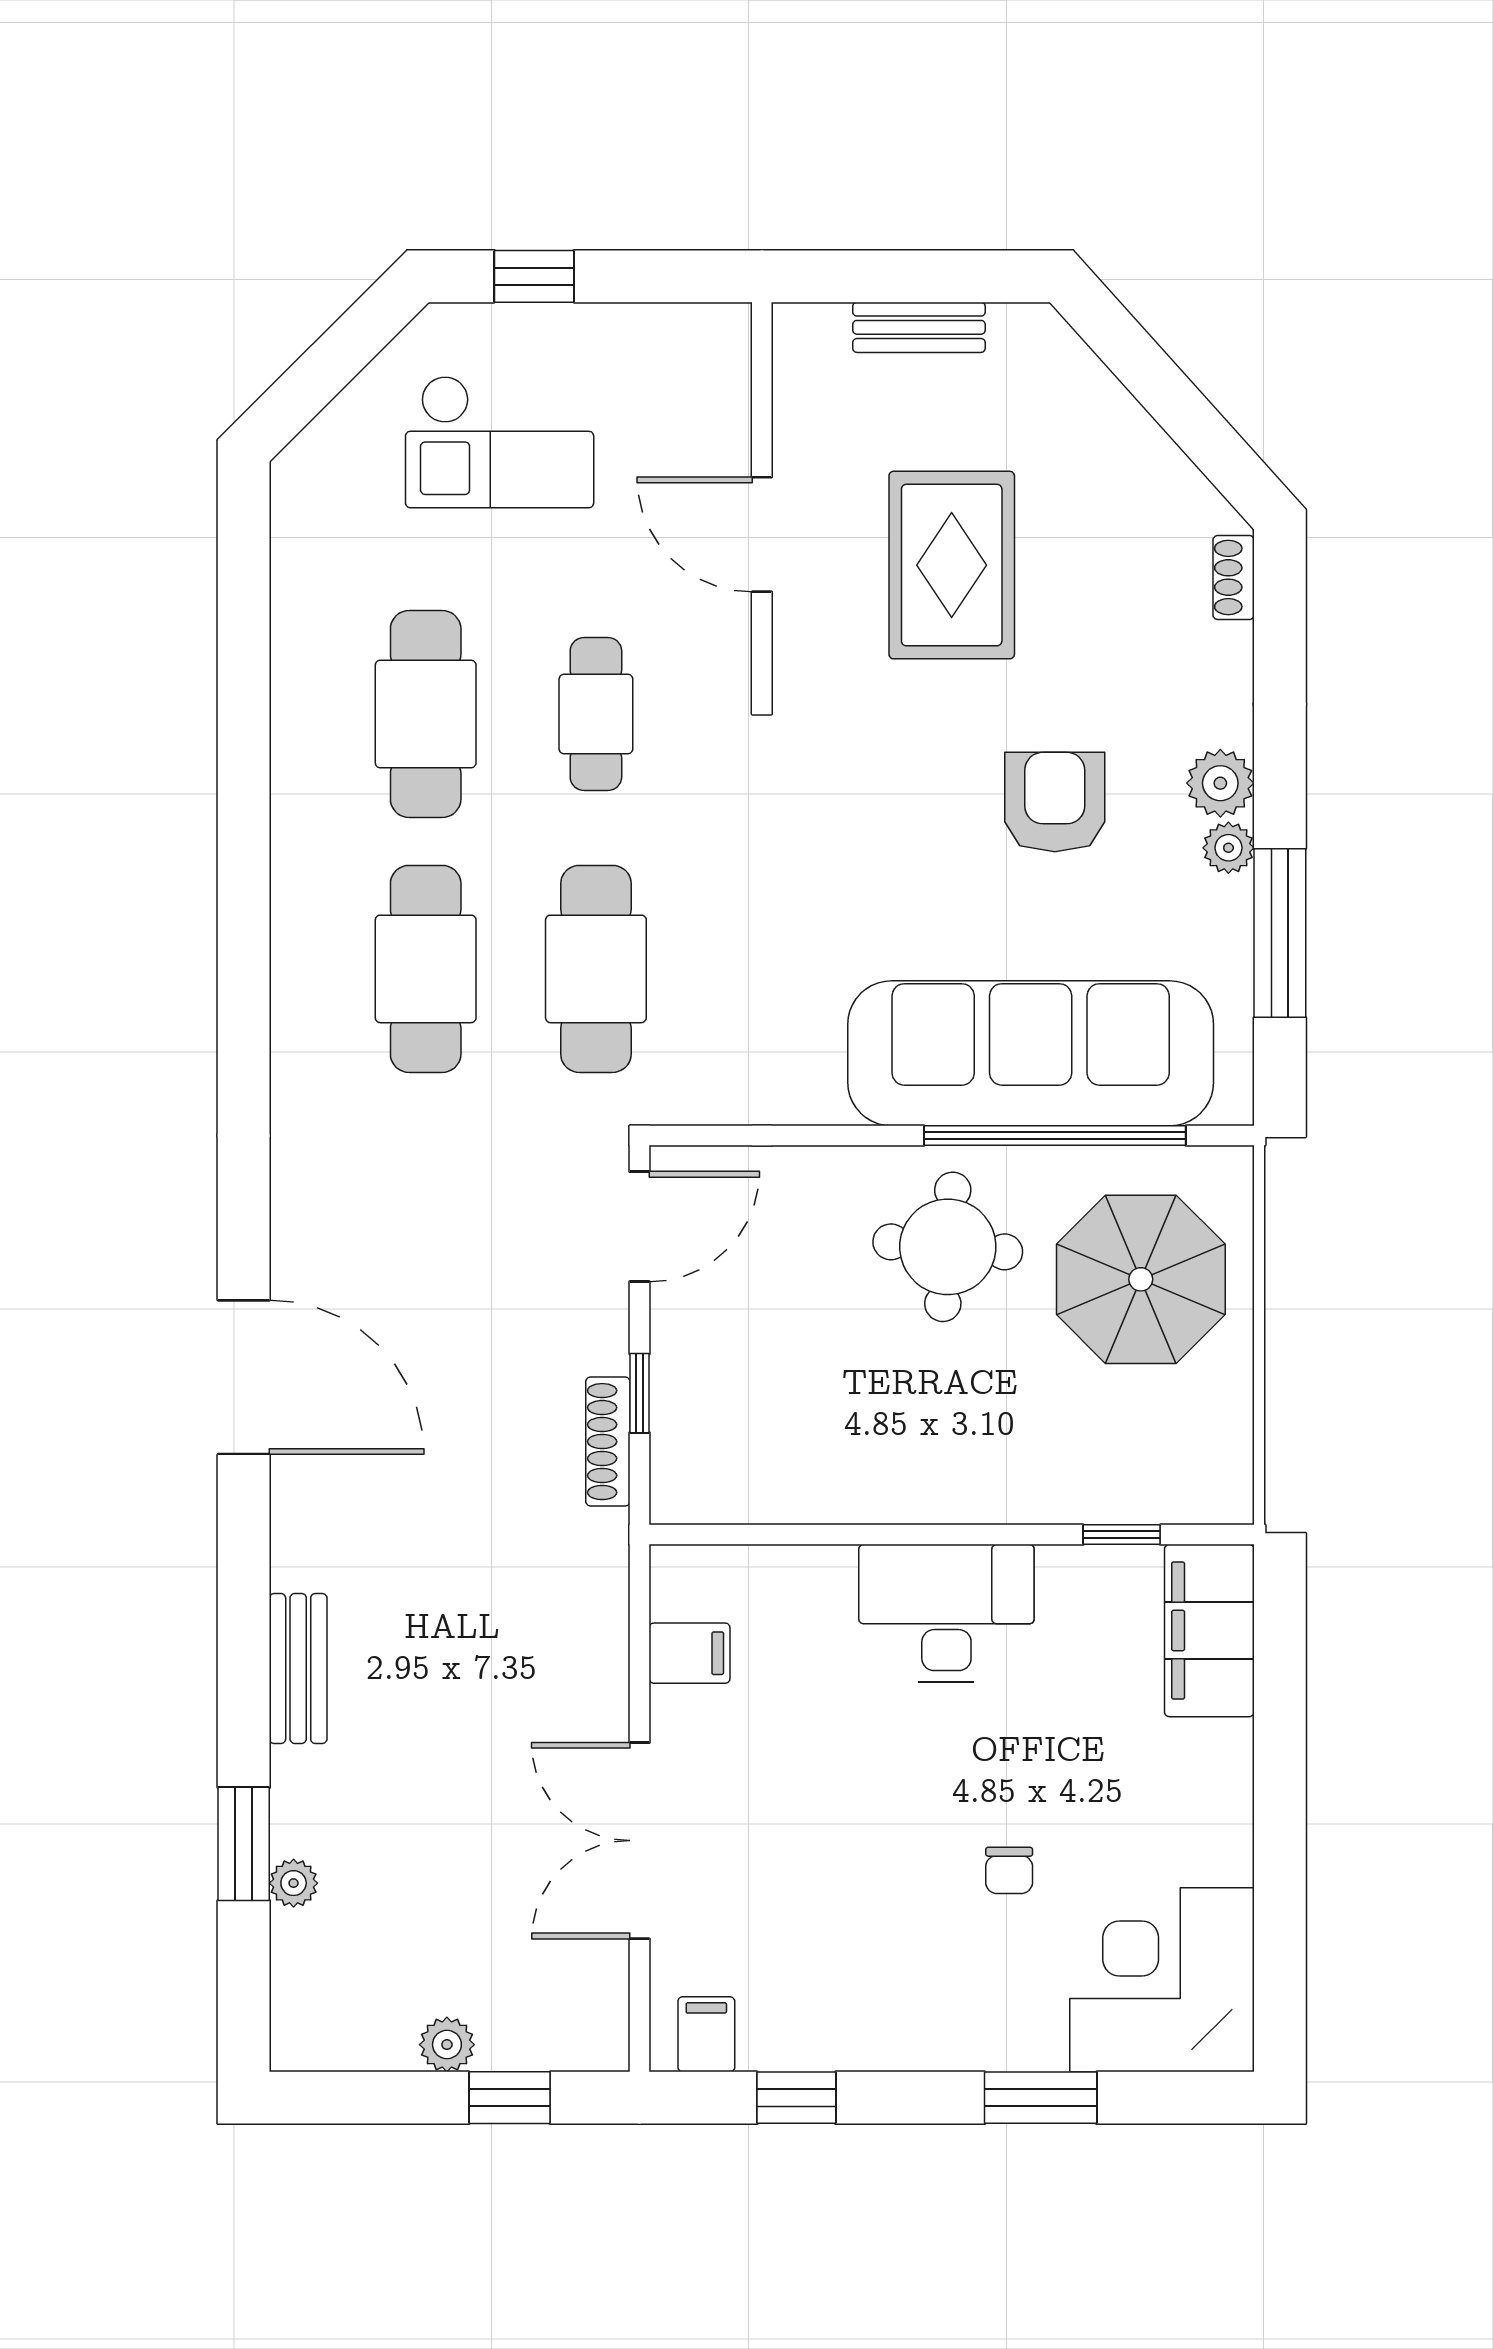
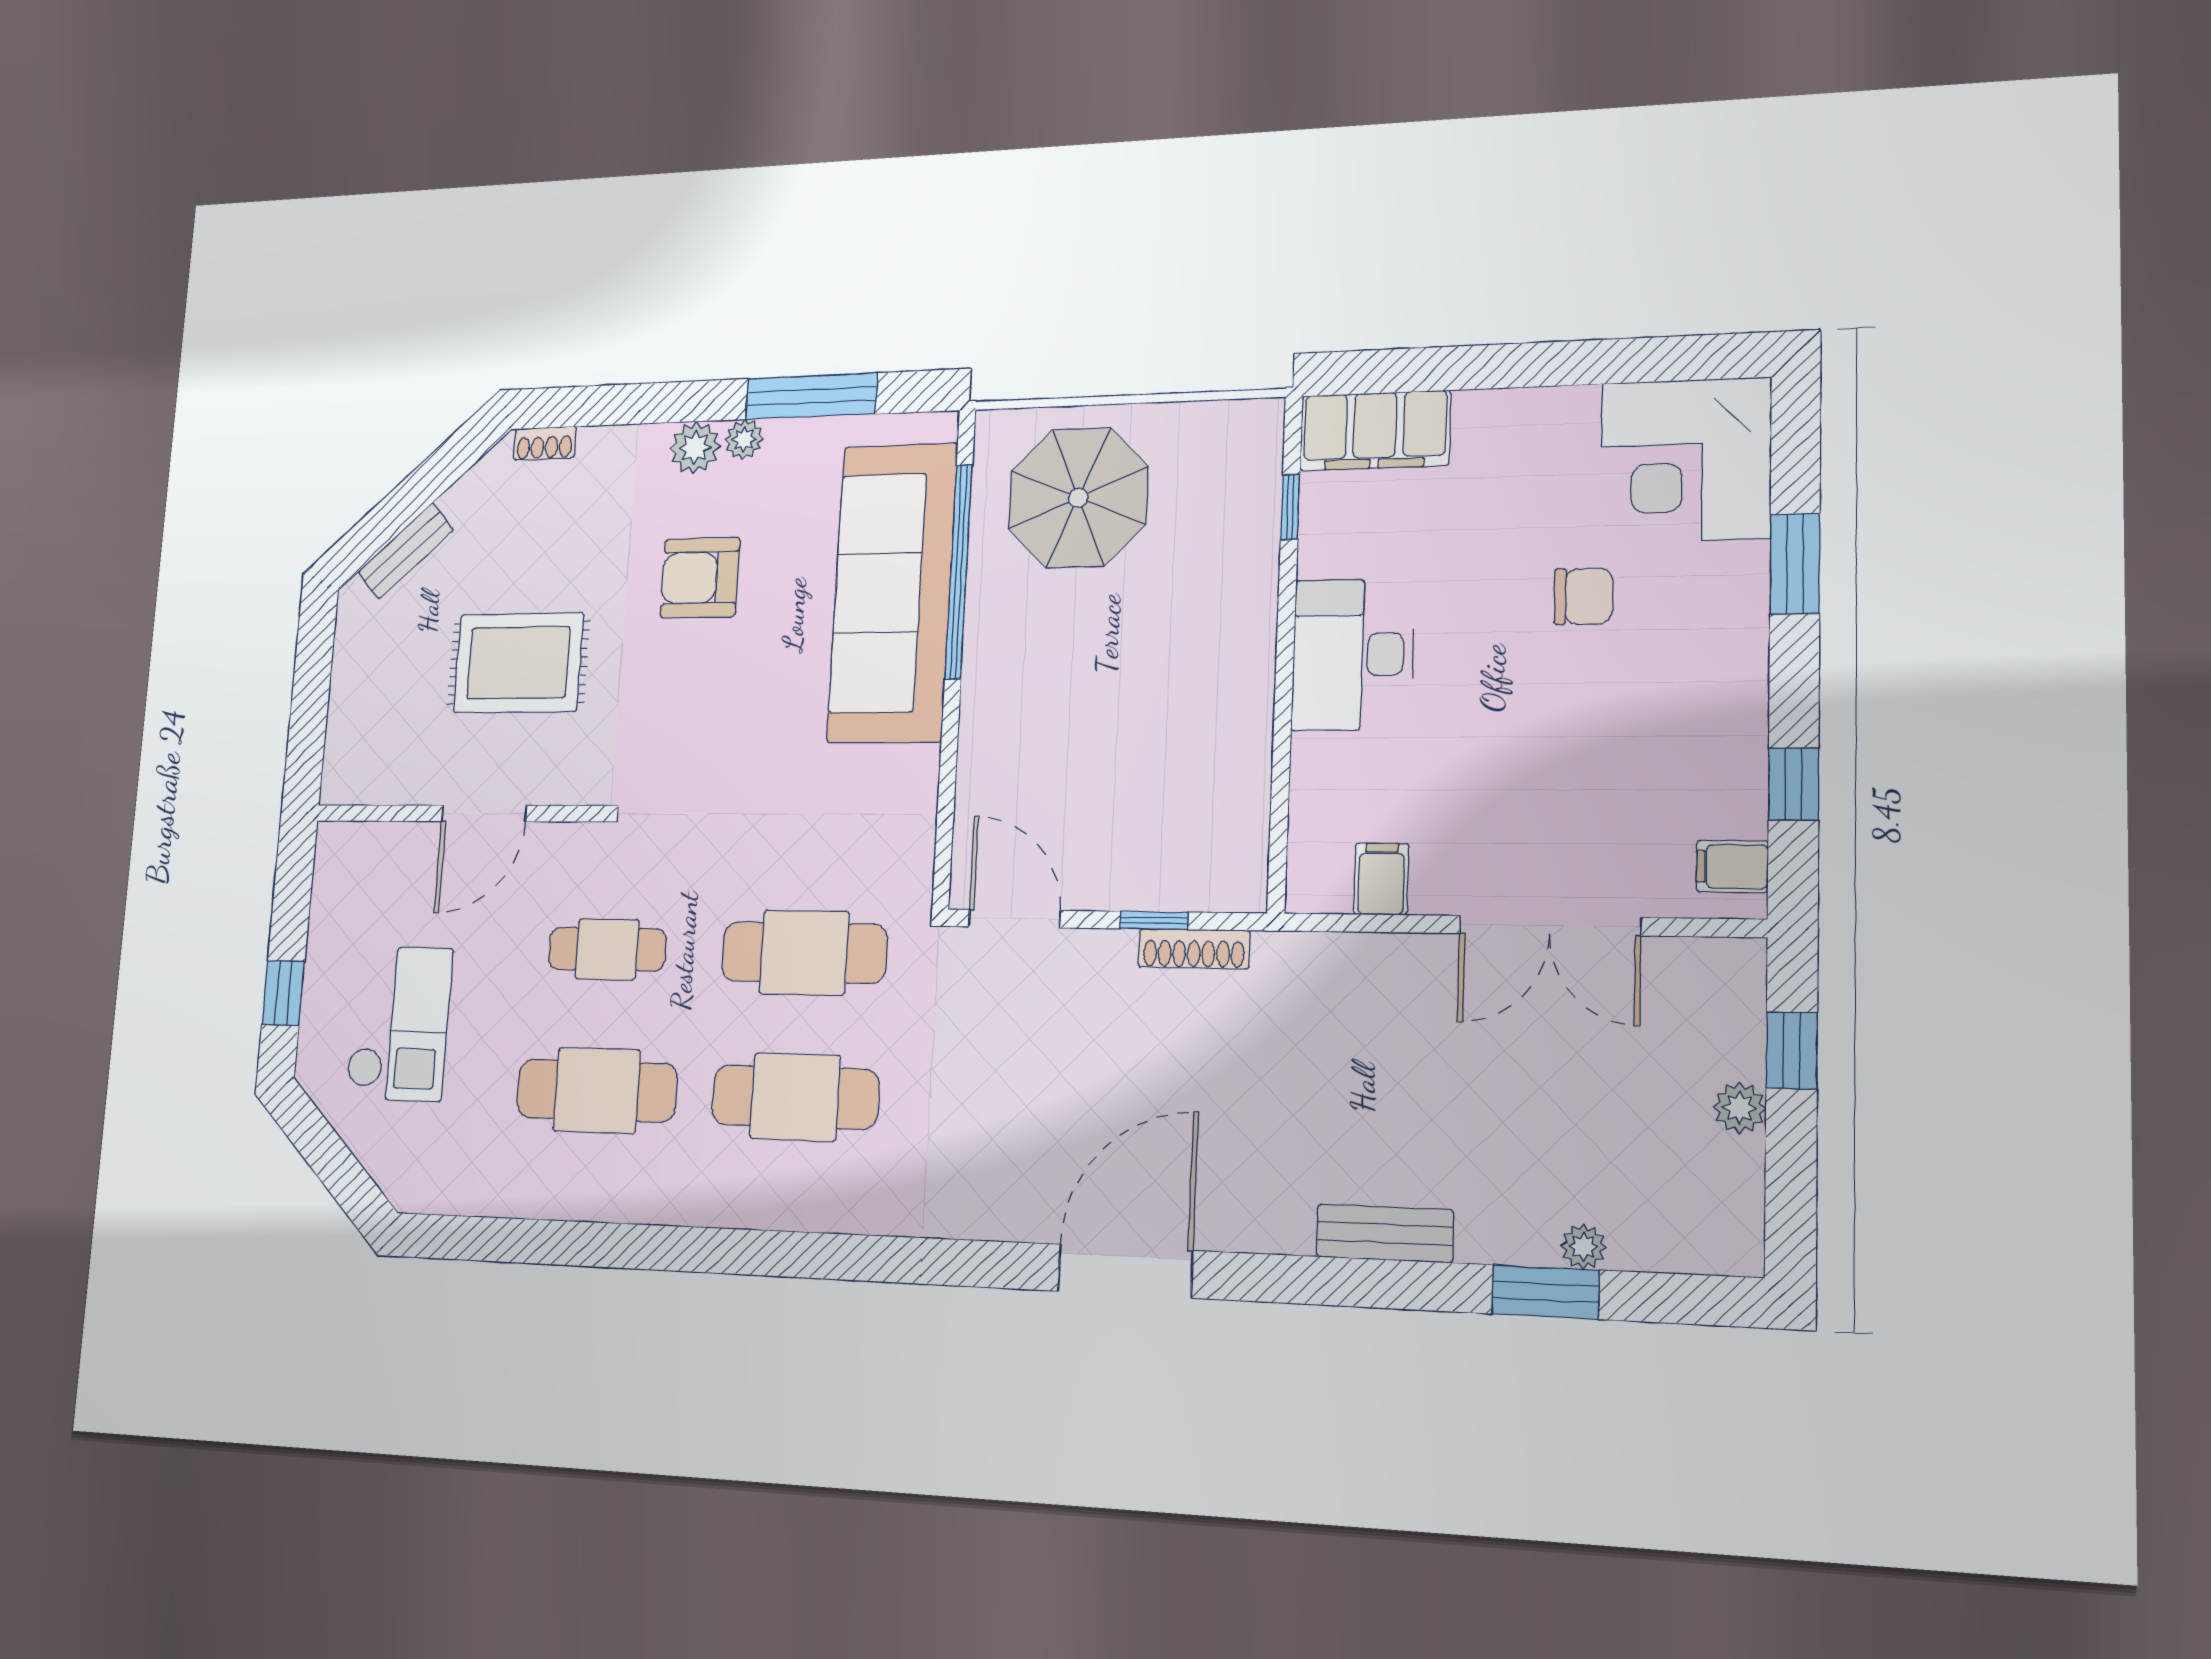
bench: (919, 327) -> (406, 551), moved, turned 48
round table: (948, 1247) -> (1044, 658), removed
chair: (1009, 1870) -> (1583, 596), width x1.37, depth x1.37

